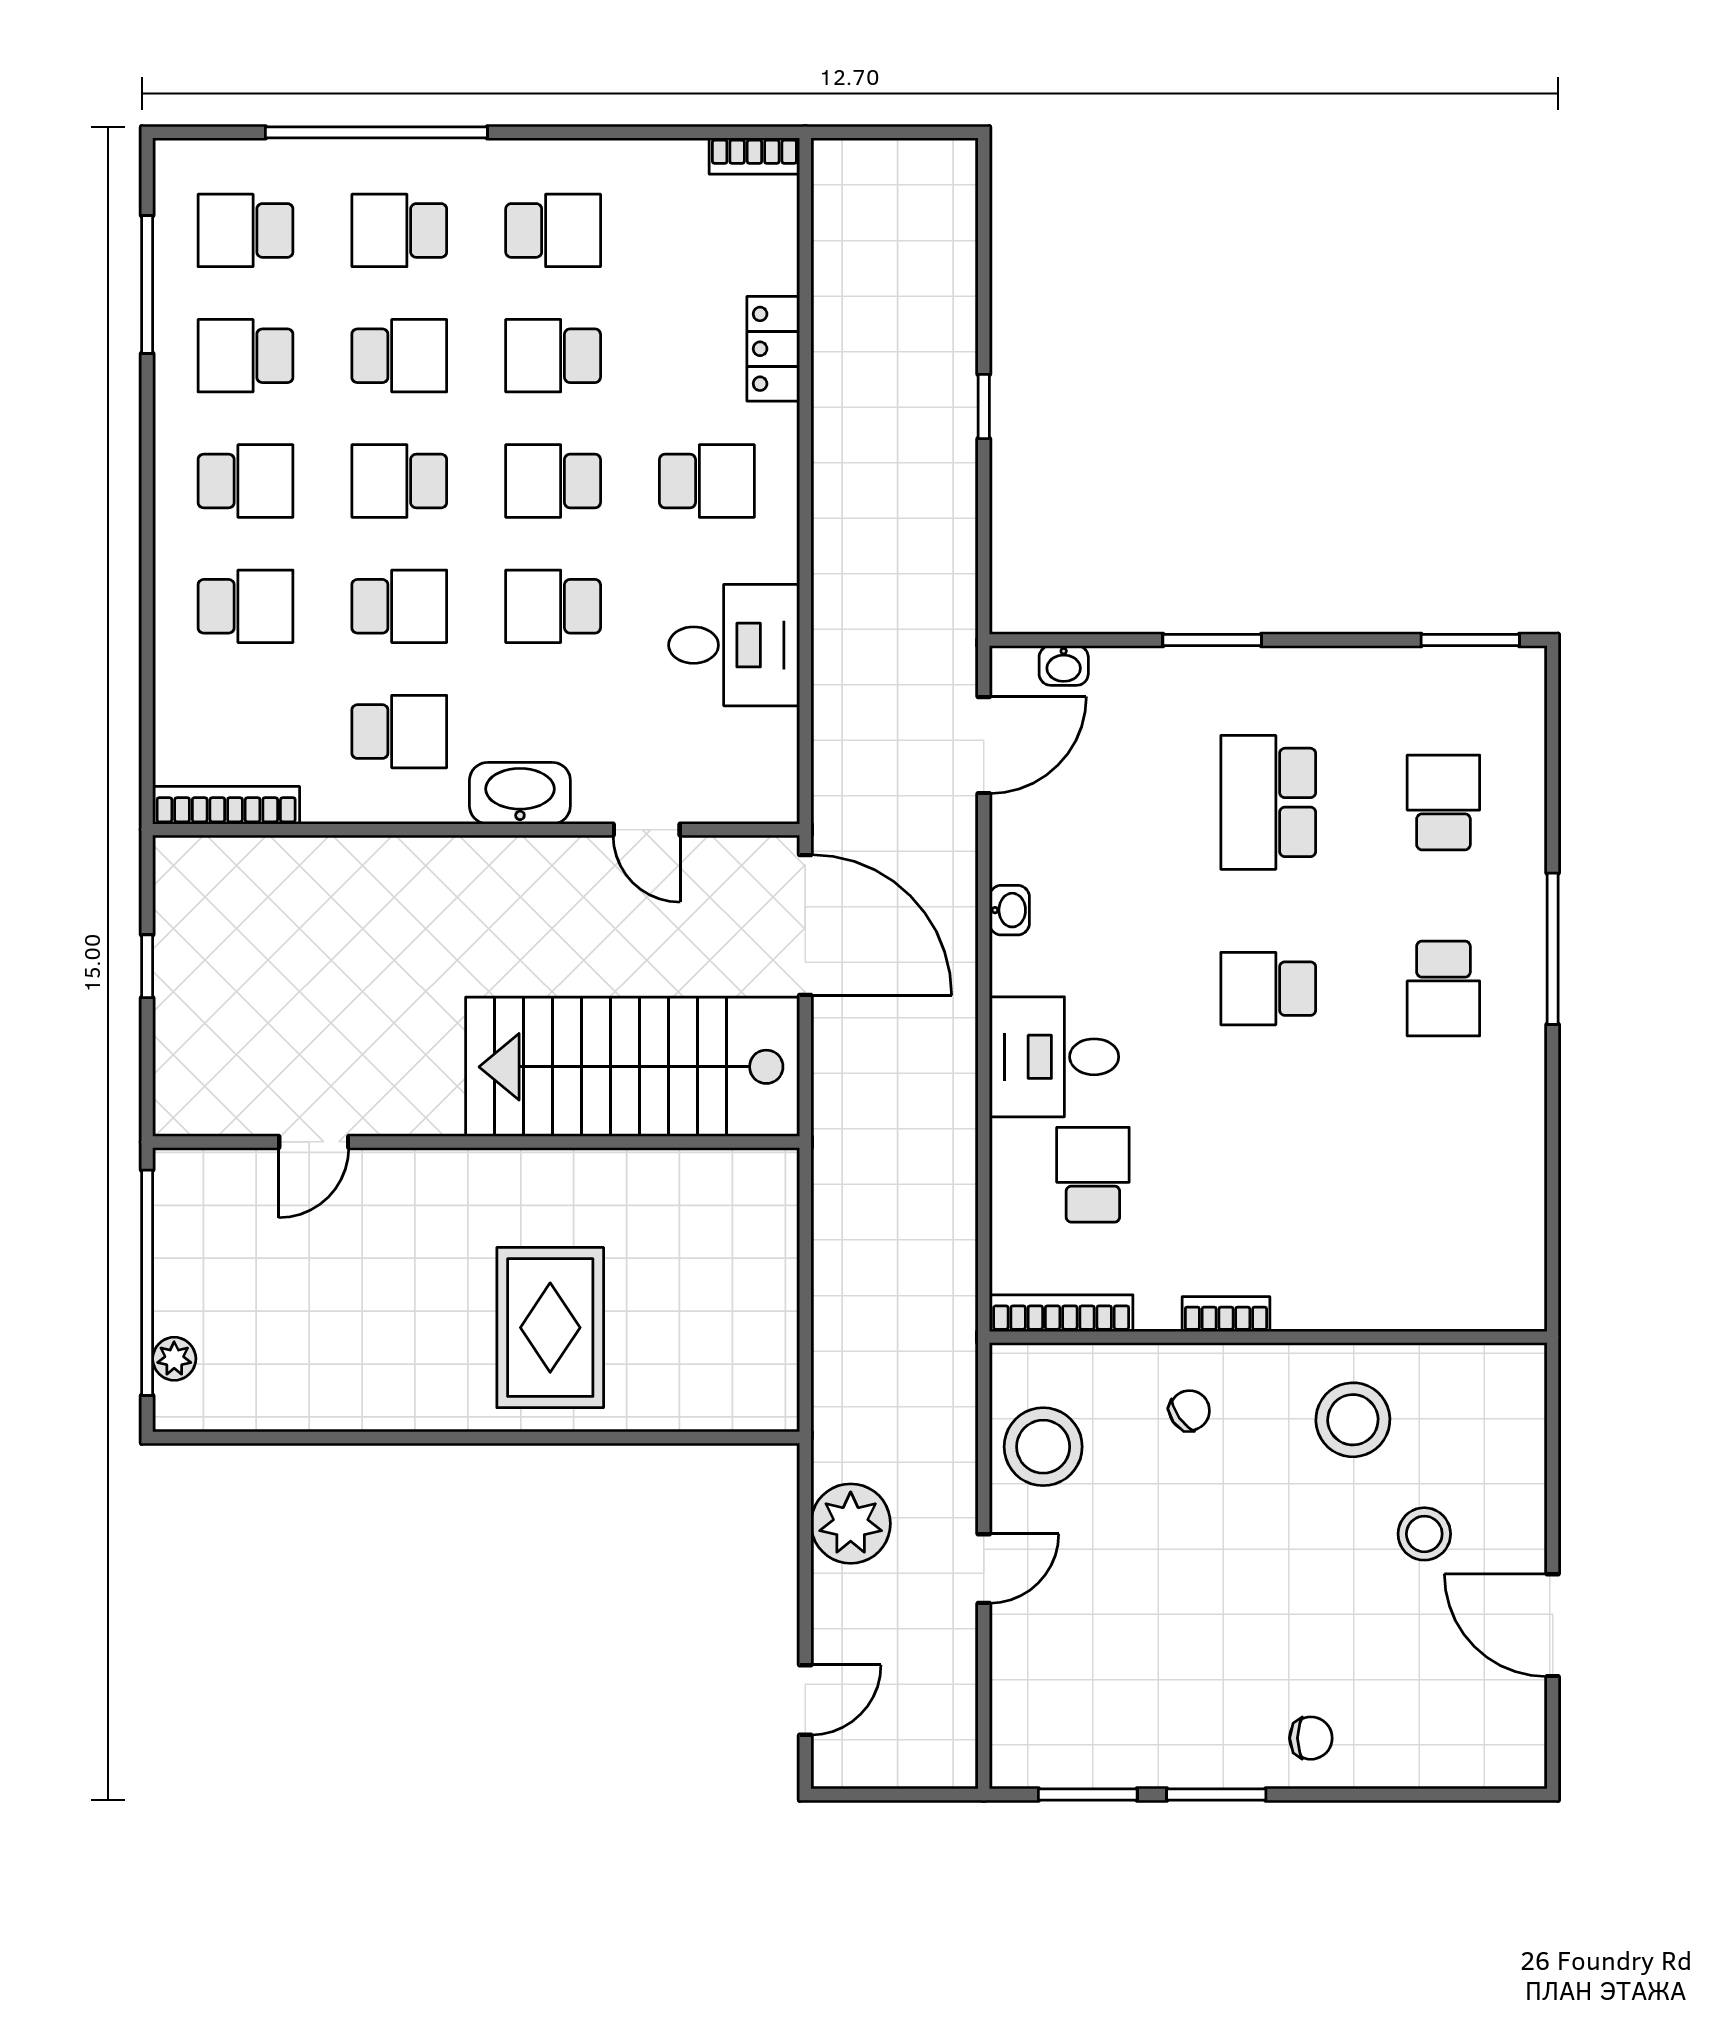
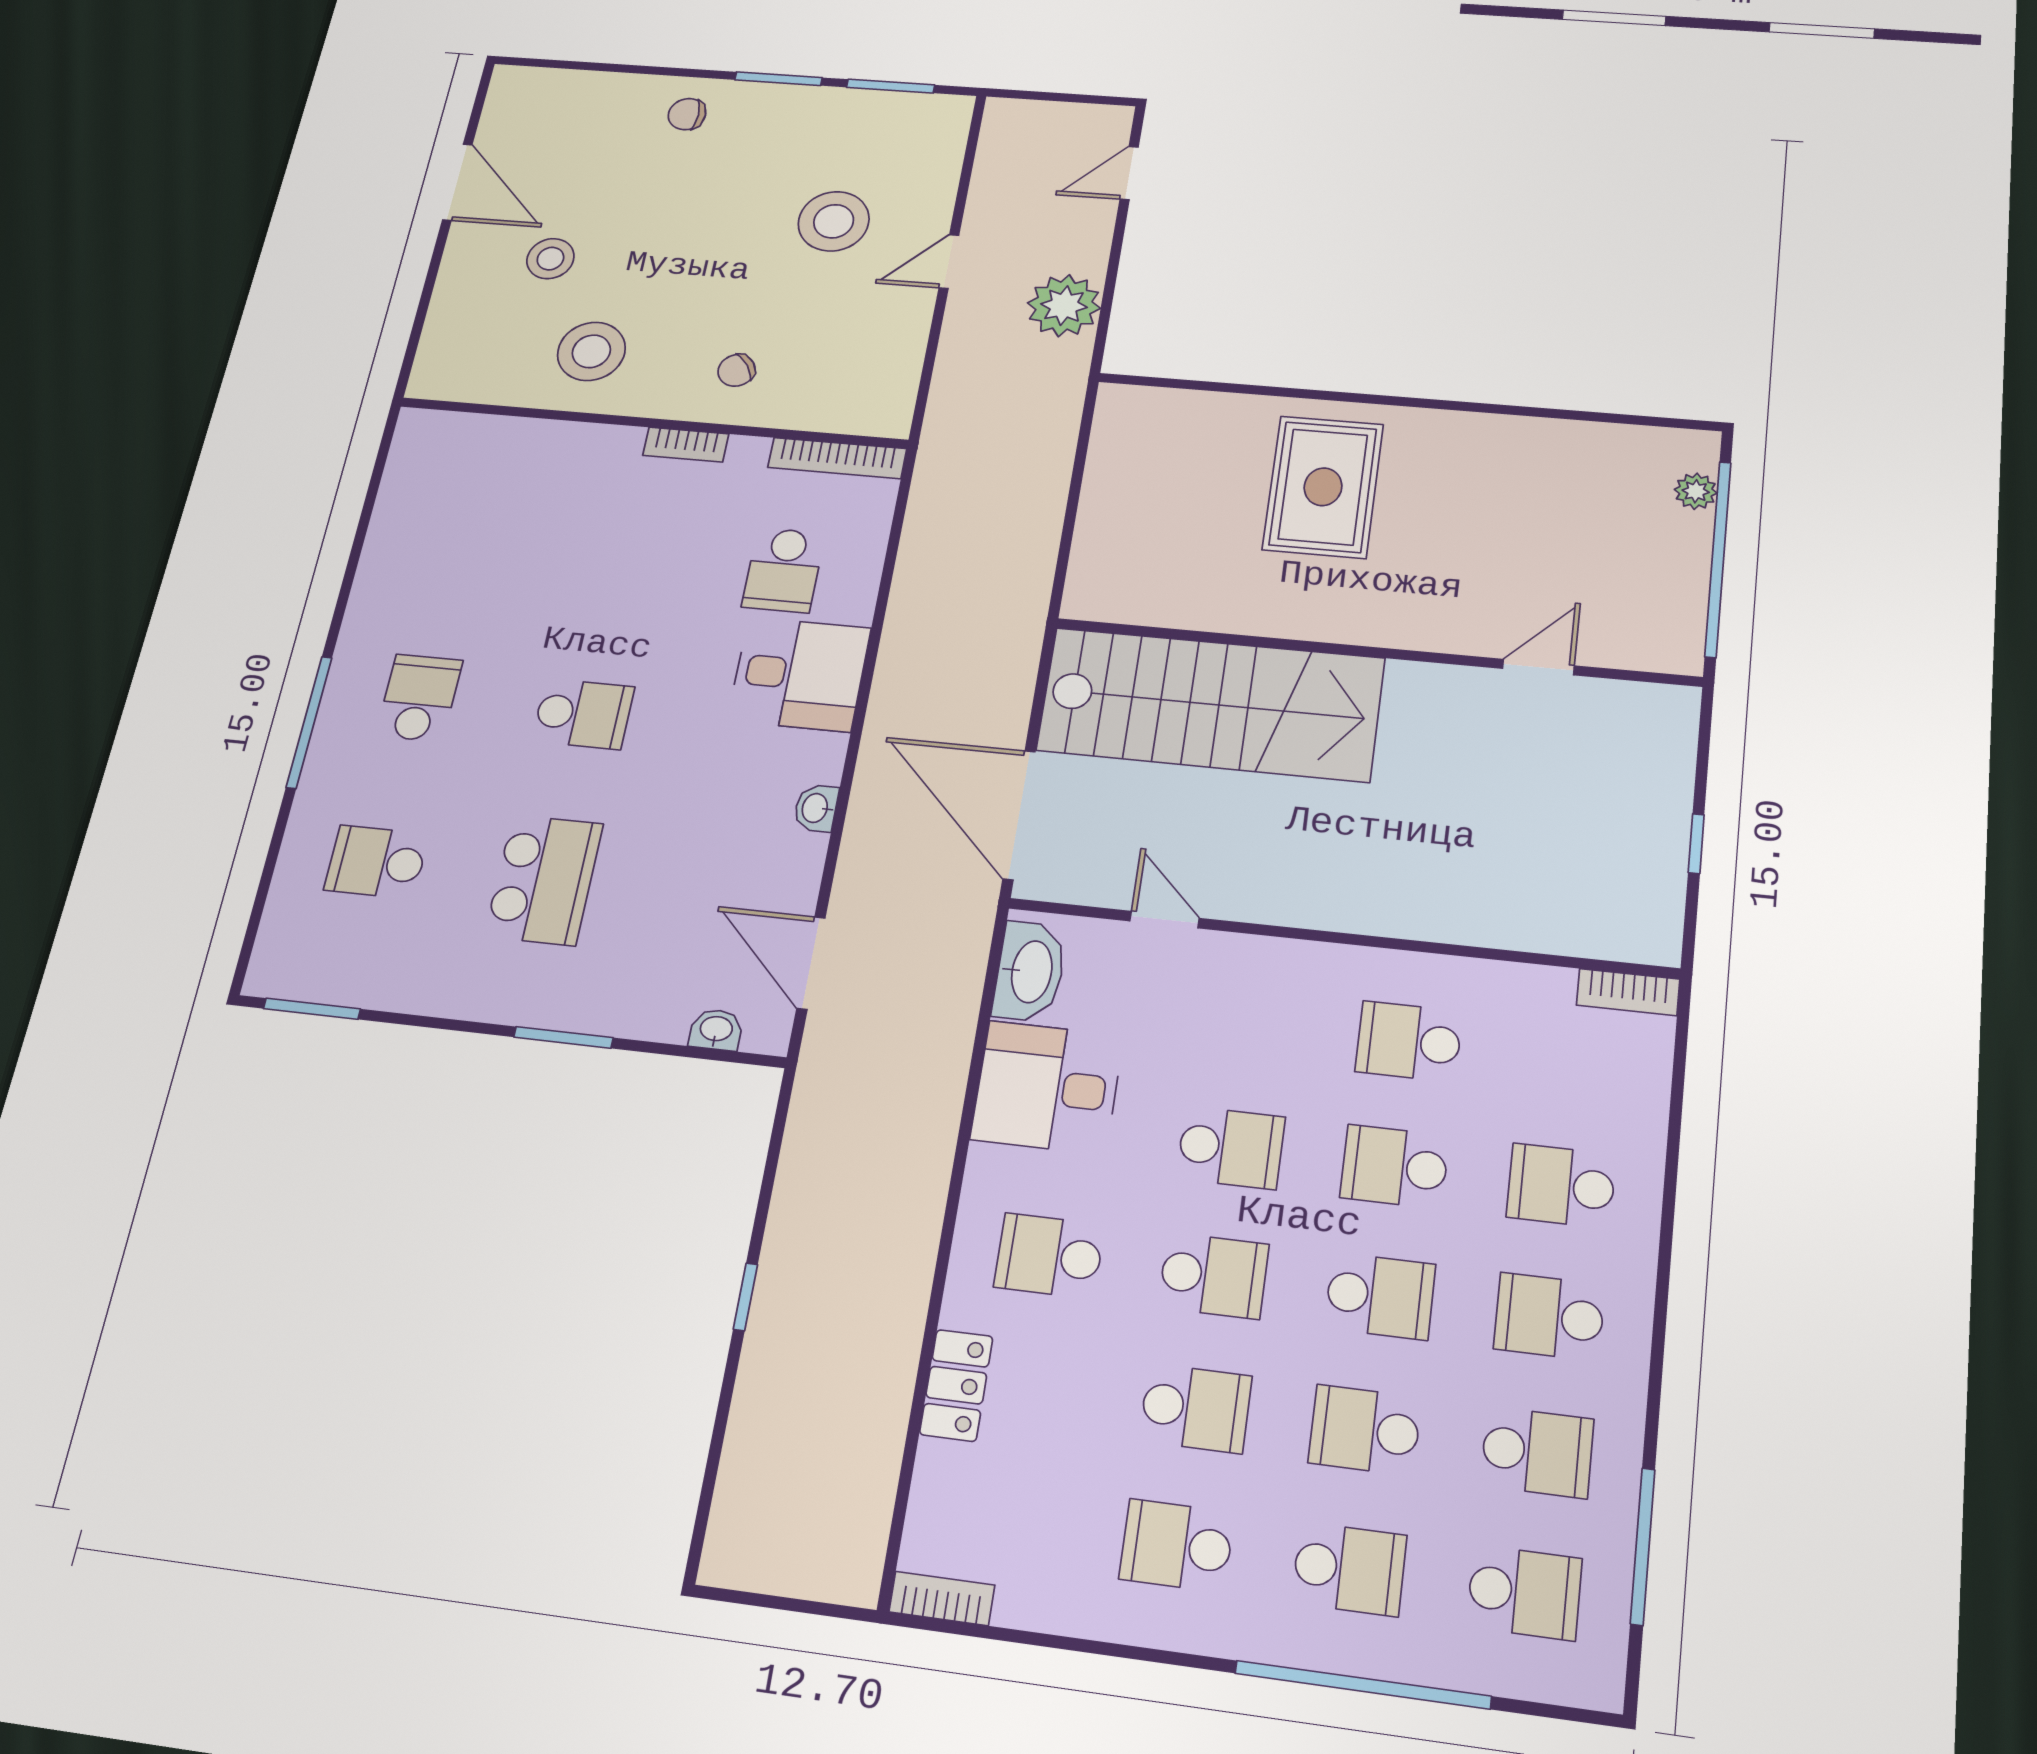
door: (984, 745) -> (811, 963), hinge flipped
washbasin: (520, 793) -> (1030, 972), moved, turned -90
school desk: (1443, 802) -> (377, 862), turned 90
bookcase: (226, 805) -> (1628, 992), width x0.64
stool: (1043, 1447) -> (834, 221), moved

